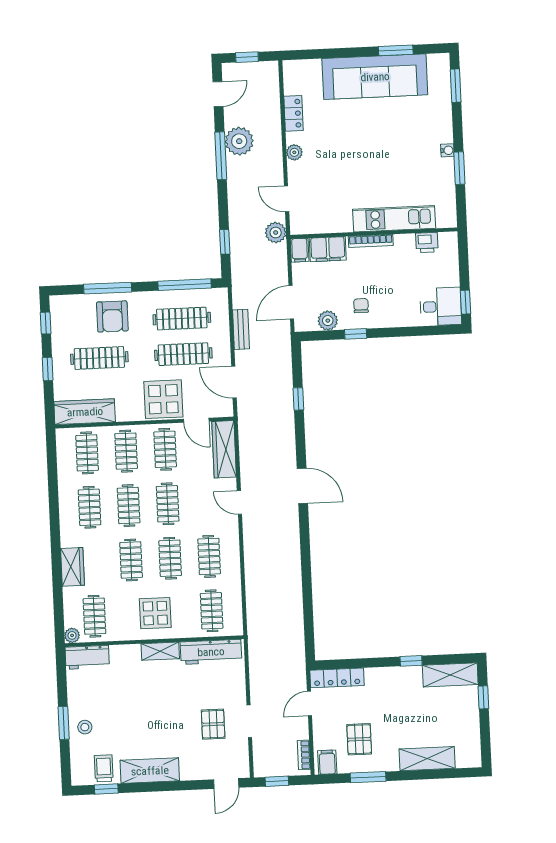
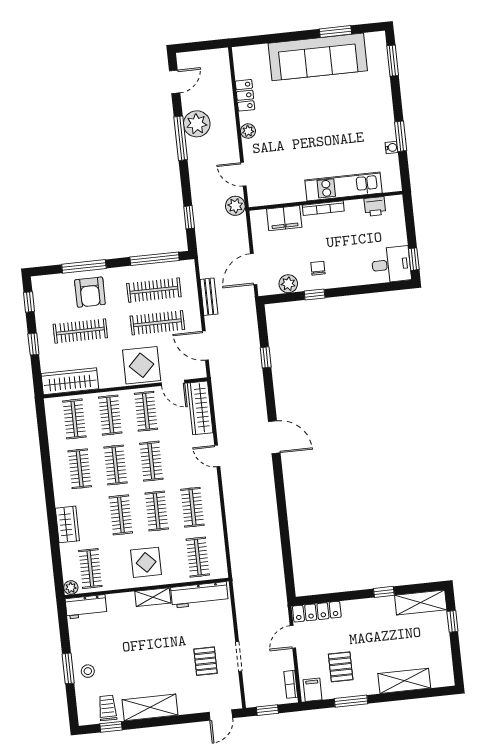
window: (247, 57) -> (199, 46), removed
water cooler: (447, 150) -> (392, 148), moved
filing cabinet: (300, 250) -> (258, 221), removed

